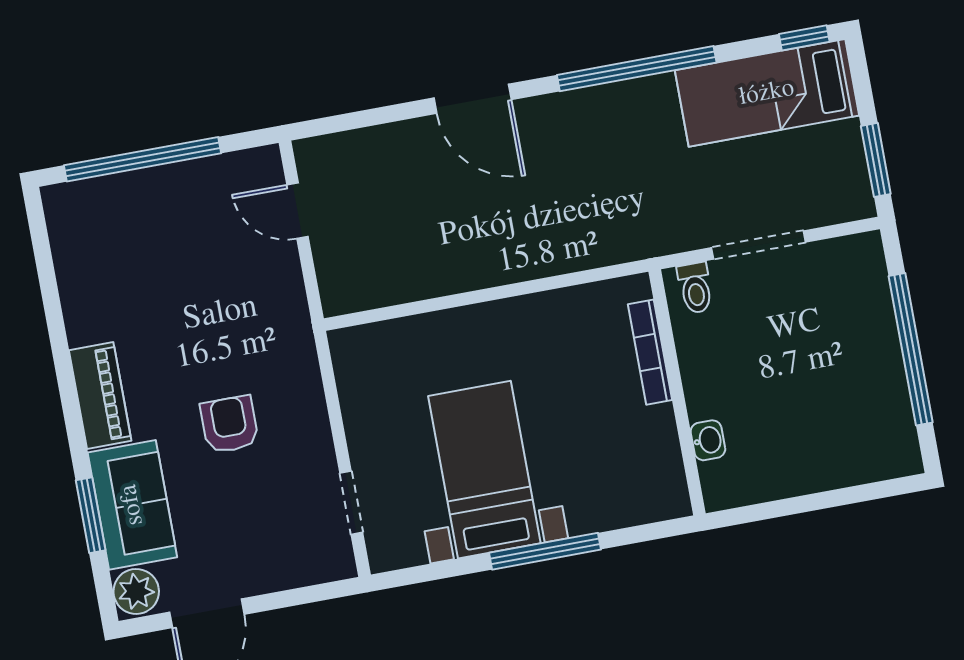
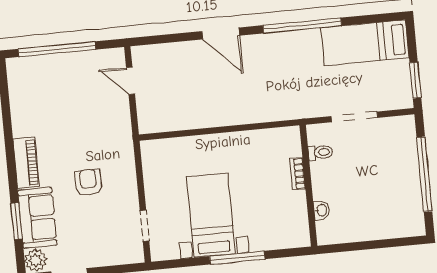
window: (804, 38) -> (385, 18), removed
toilet: (695, 288) -> (320, 152), moved, turned -90
bookcase: (650, 352) -> (298, 174), width x0.64

